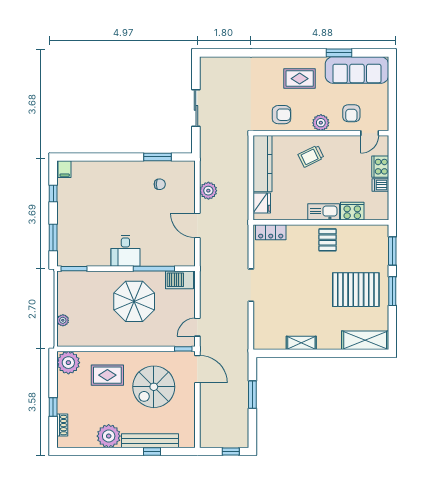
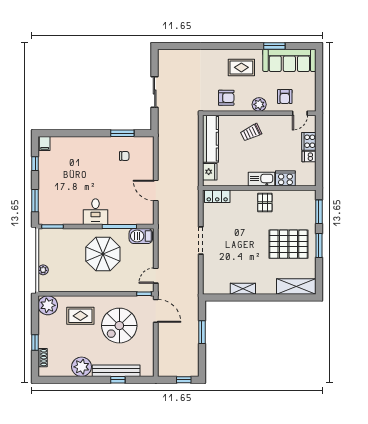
plant: (208, 191) -> (165, 161), removed

